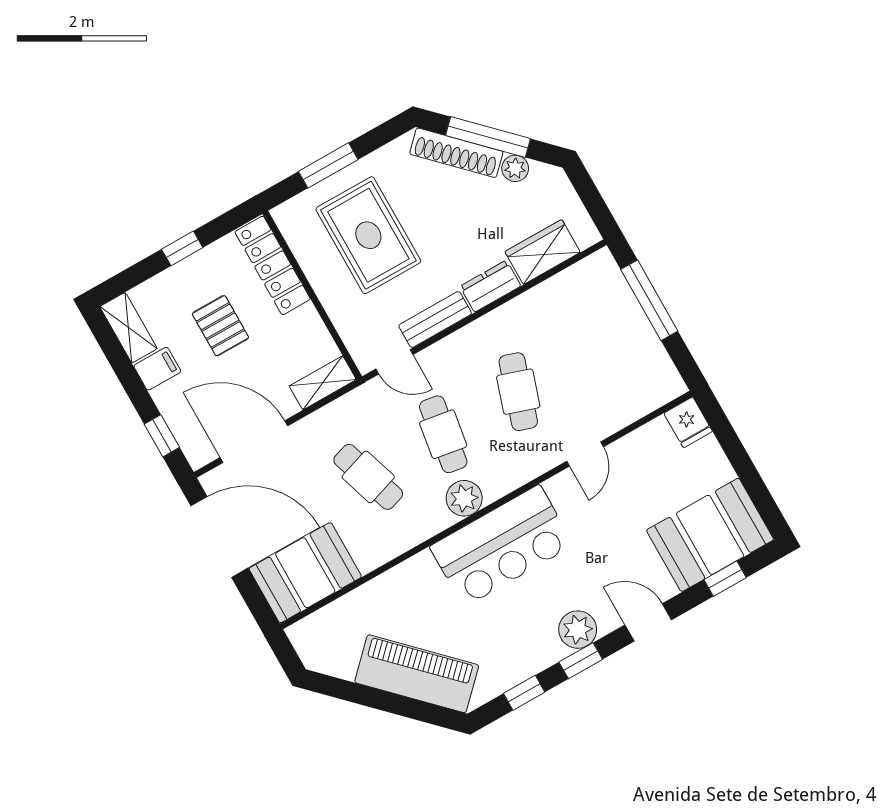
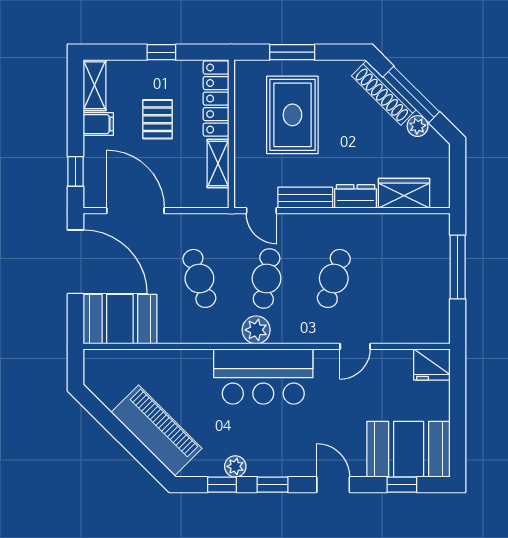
shelving: (323, 383) -> (218, 163), moved, turned 90
fridge: (688, 422) -> (432, 365), width x1.38
plant: (578, 630) -> (235, 466), moved, width x0.73, depth x0.73

